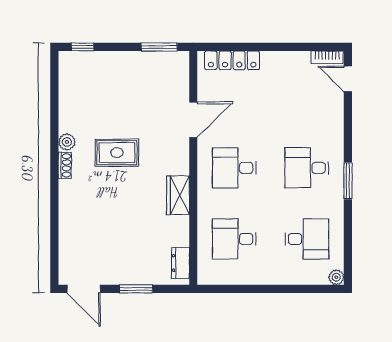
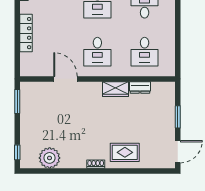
locker: (232, 60) -> (26, 33), moved
plant: (67, 142) -> (50, 158), moved, width x1.88, depth x1.88
rug: (117, 153) -> (125, 152), moved, turned 90
dresser: (180, 263) -> (140, 87), moved

